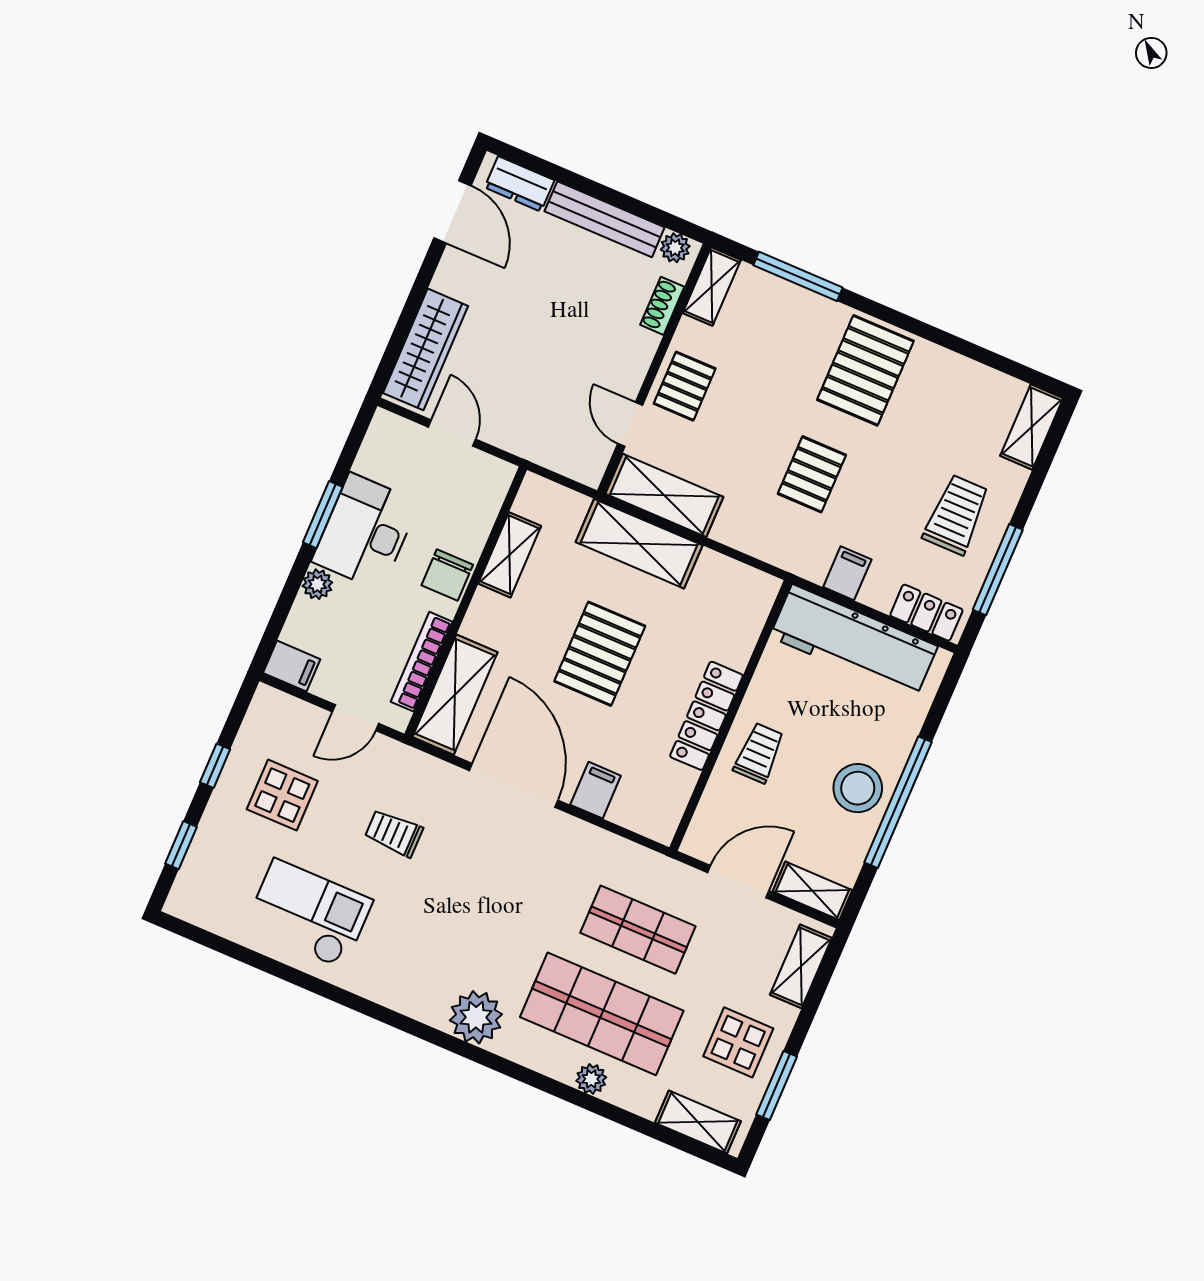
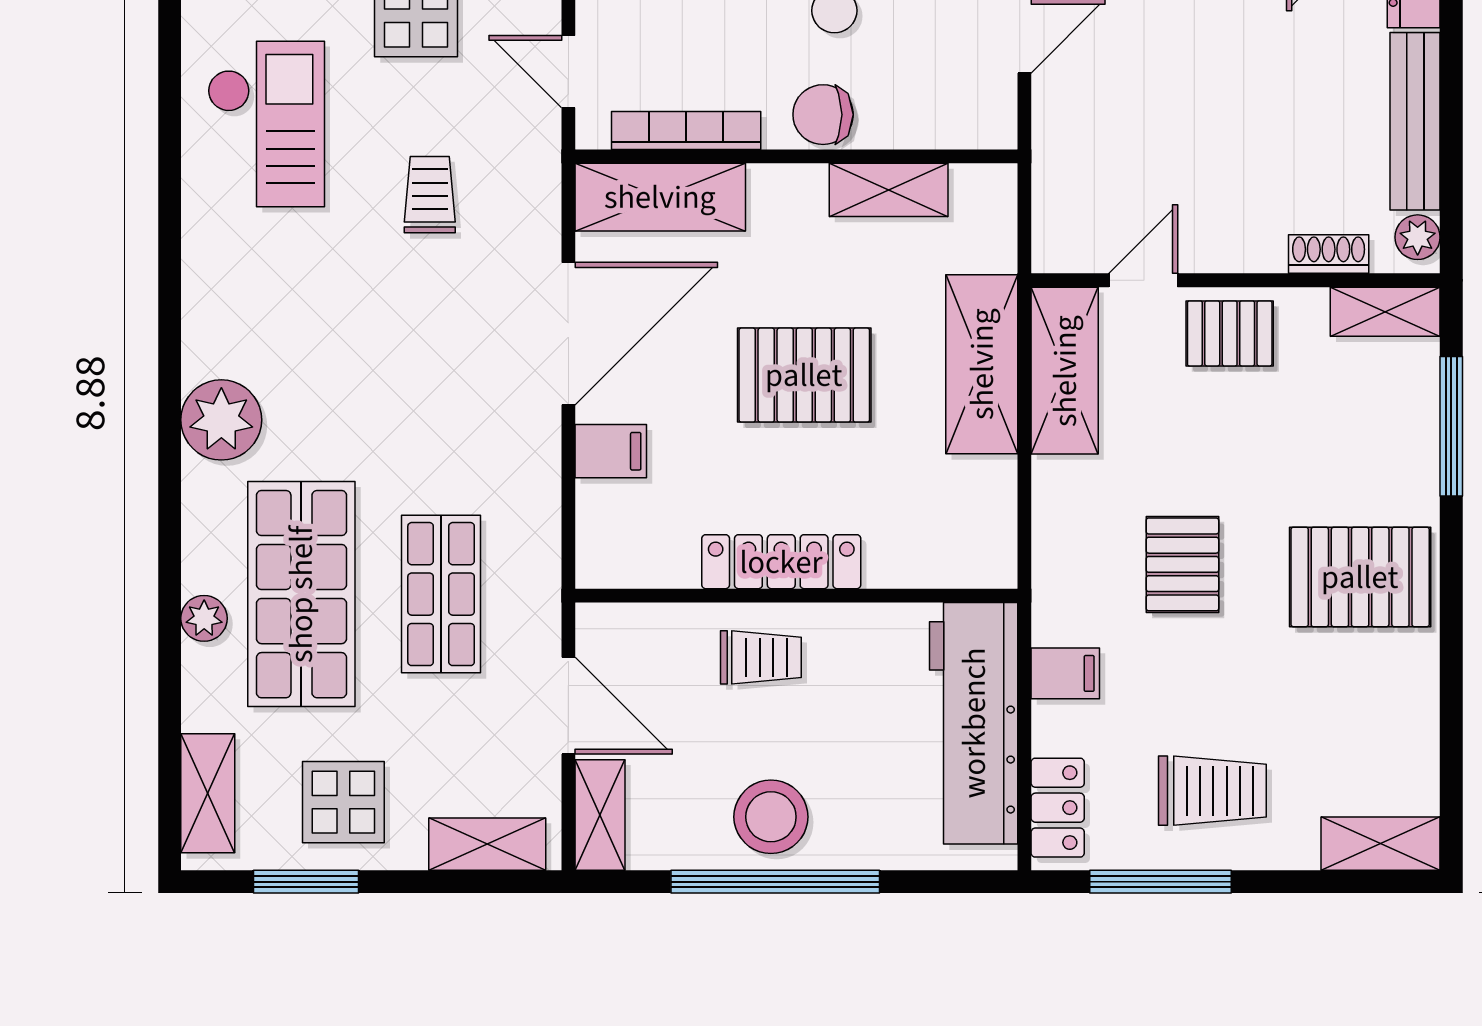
pallet: (812, 474) -> (1182, 564), turned 90

